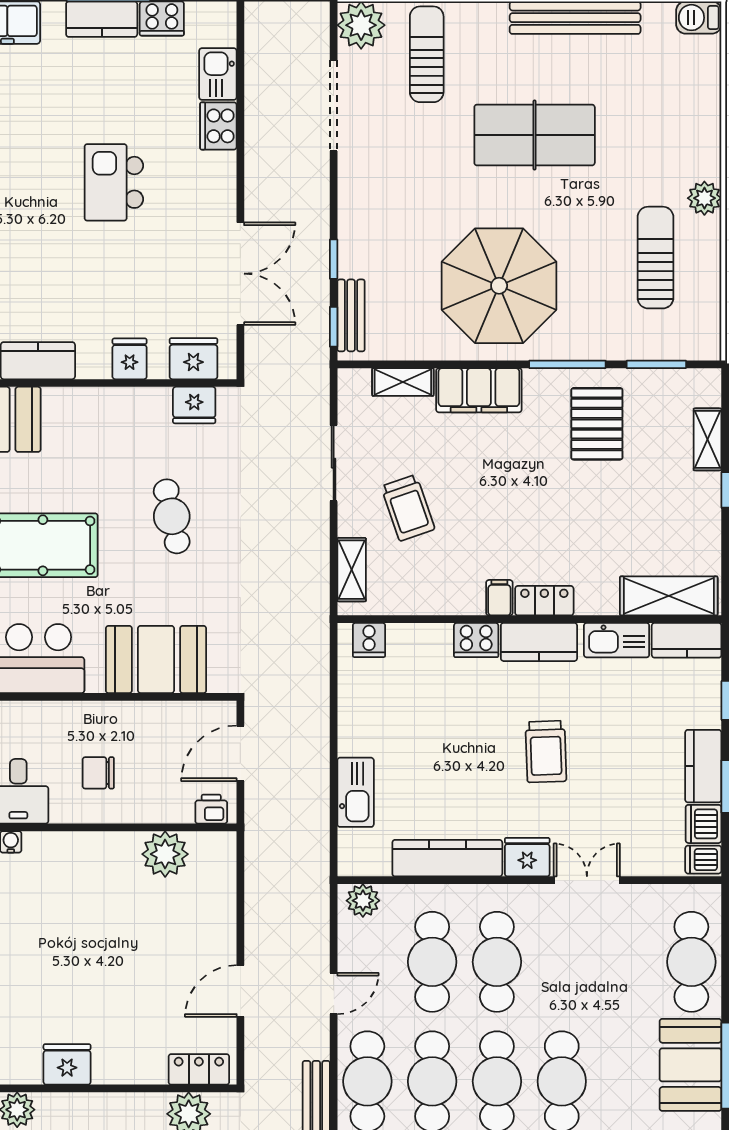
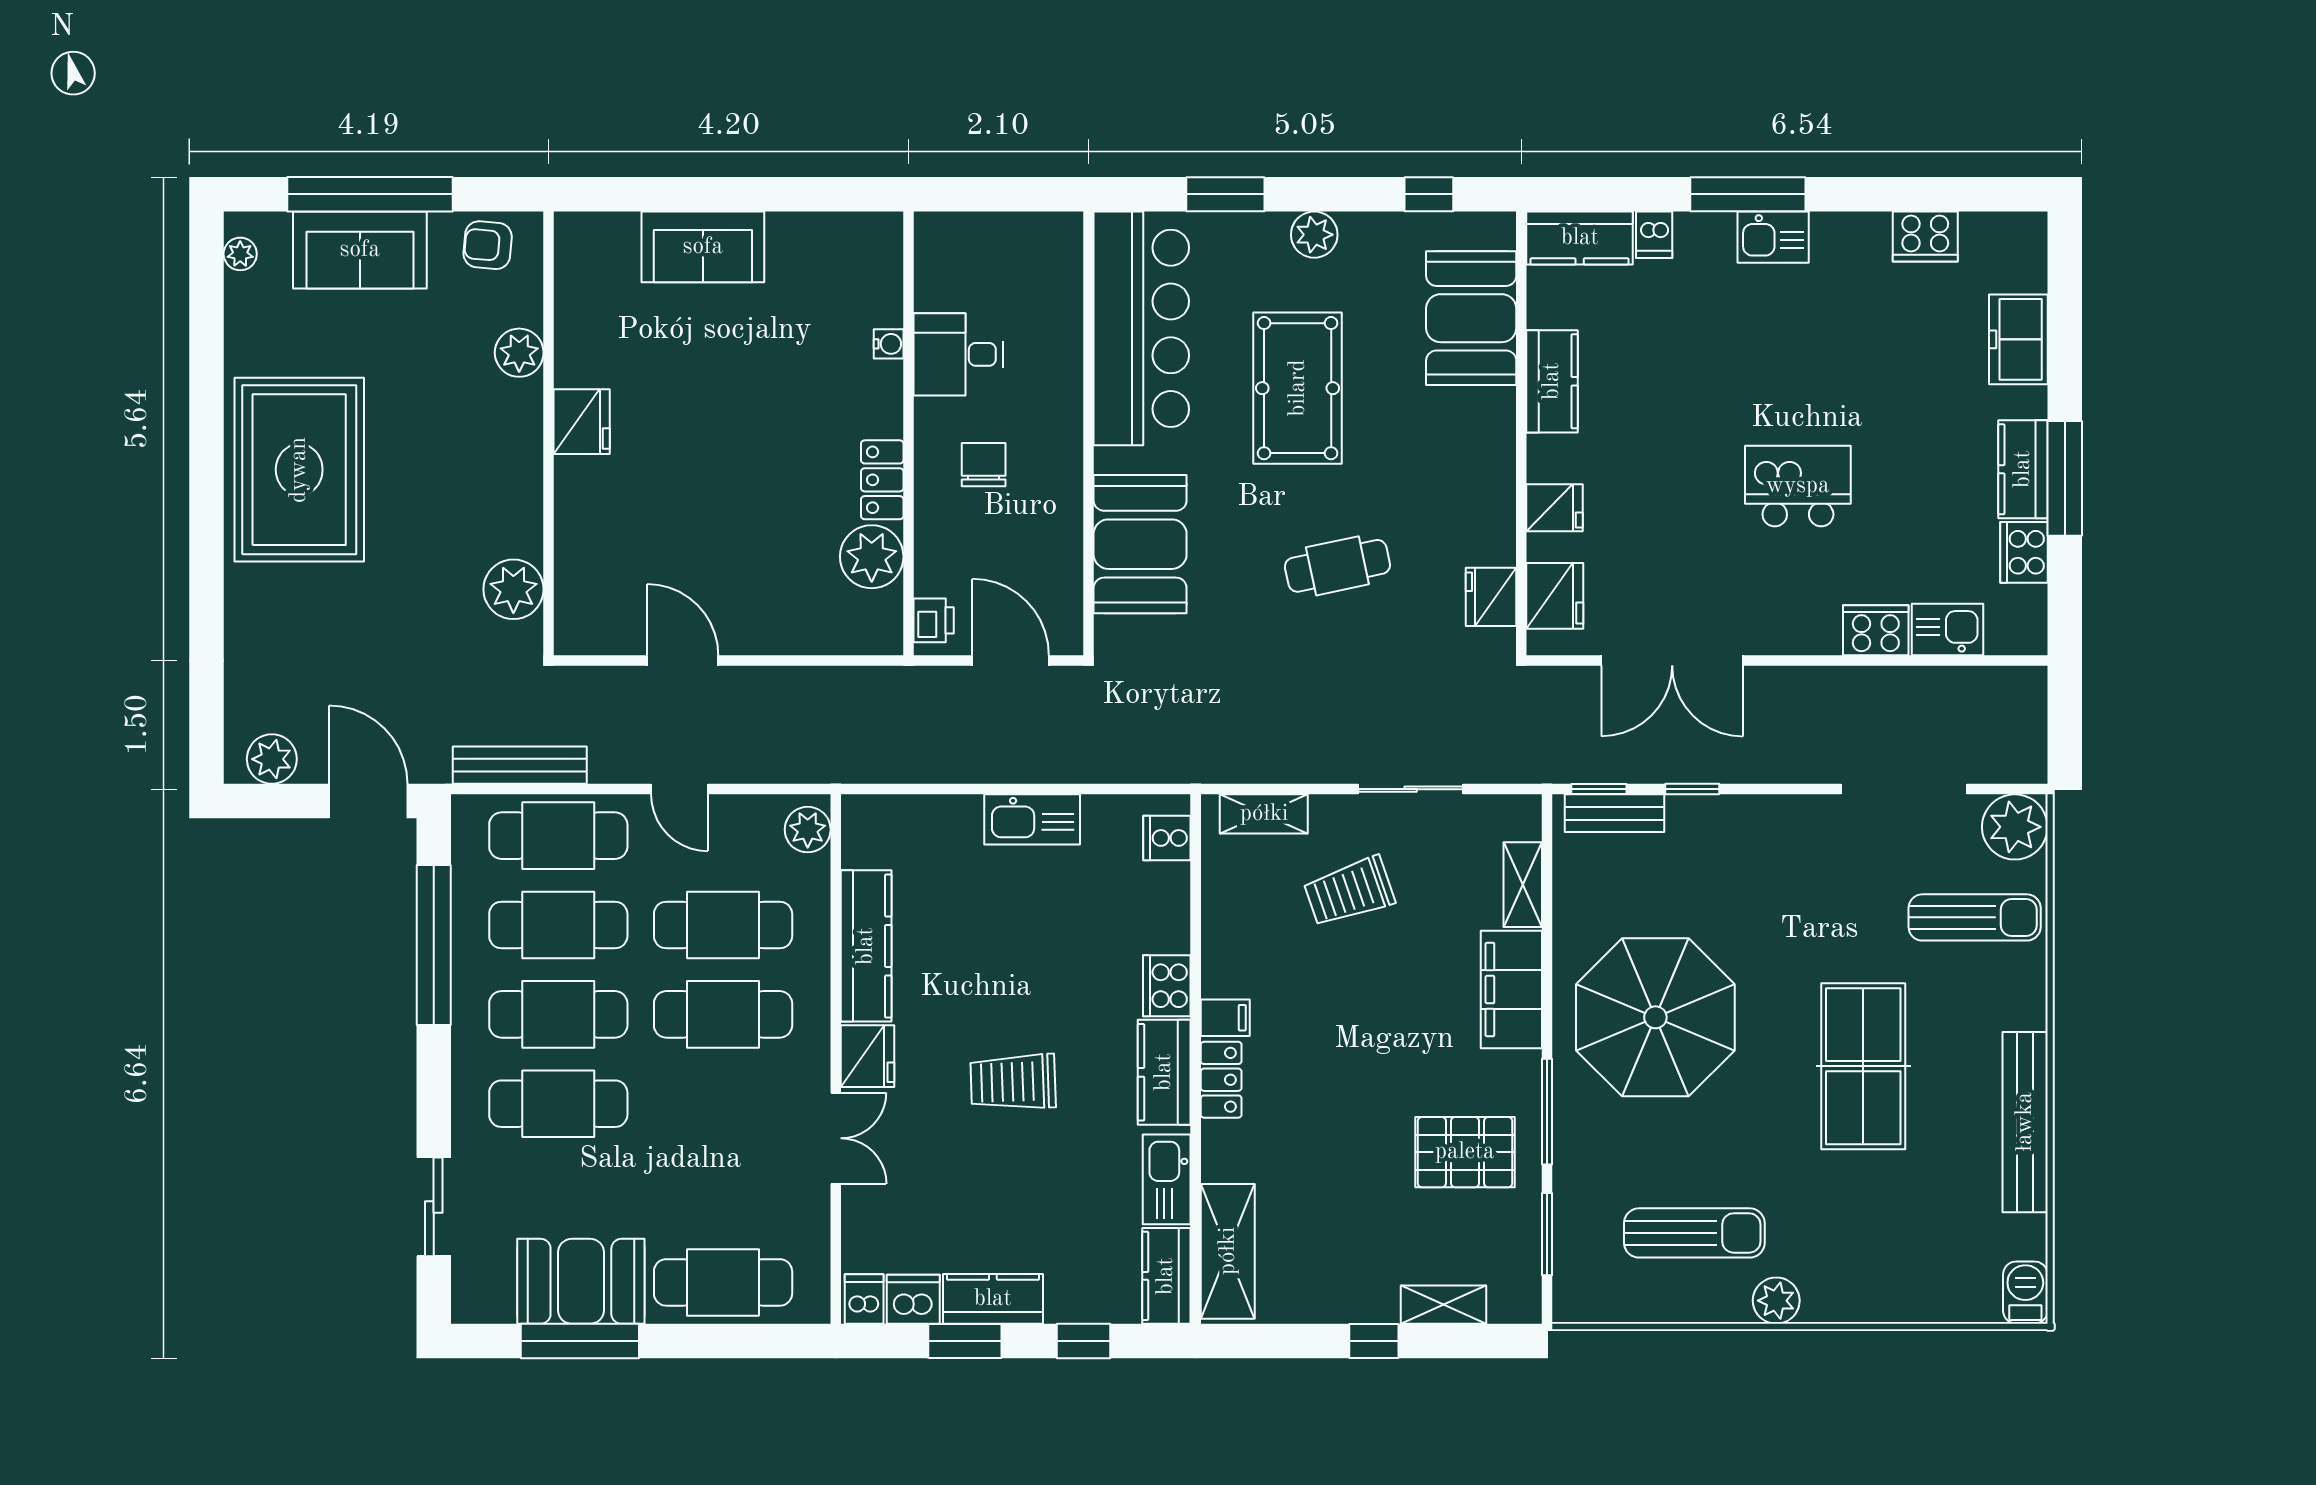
kitchen sink: (356, 792) -> (1032, 819), moved
locker: (199, 1069) -> (882, 480), moved, turned 180

